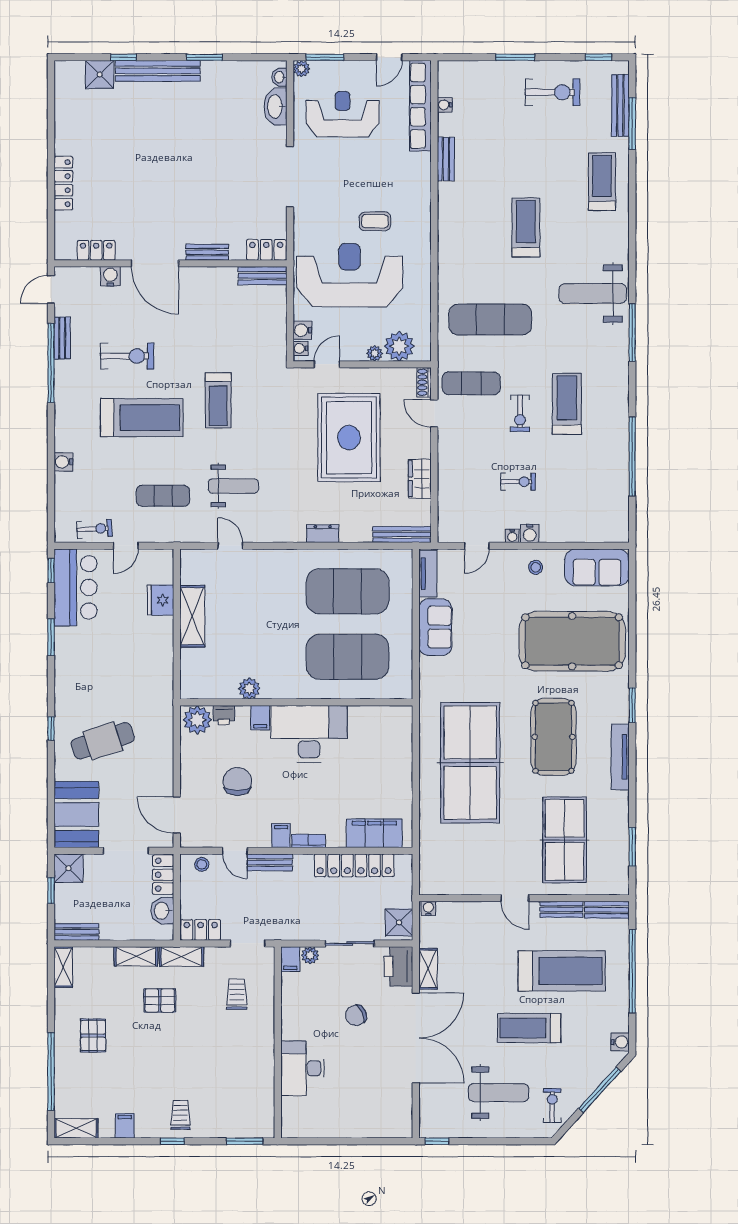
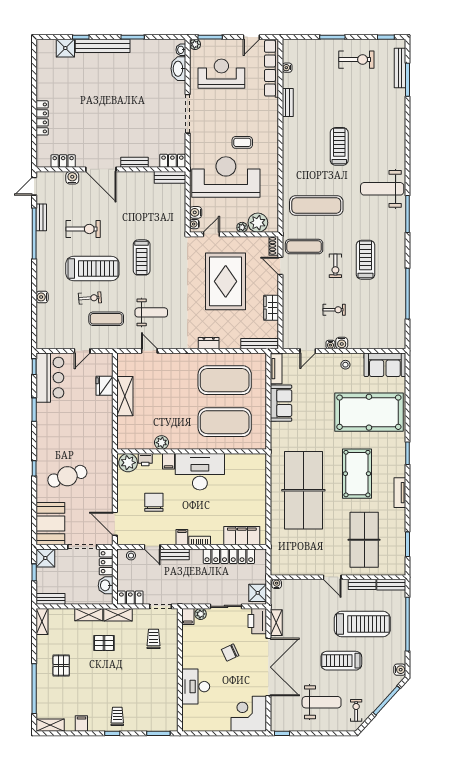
treadmill: (602, 182) -> (388, 117), removed
exercise bike: (94, 529) -> (90, 298), moved
tv unit: (620, 757) -> (400, 493), width x0.71
corner desk: (385, 1111) -> (249, 714), added

